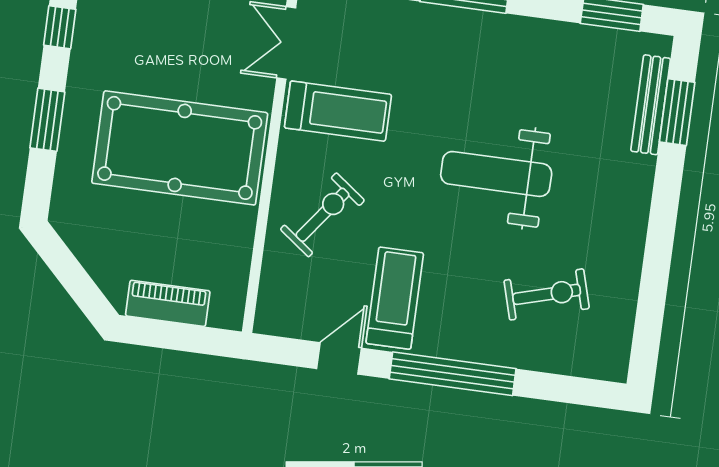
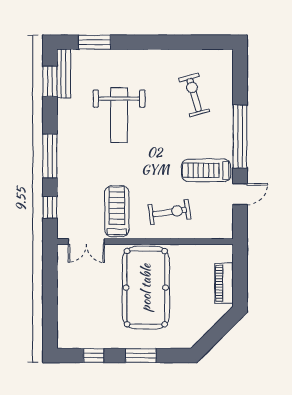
bench: (651, 105) -> (64, 73), moved, turned 90
weight bench: (496, 174) -> (119, 115), moved
exercise bike: (322, 215) -> (170, 212), turned 135
door: (339, 358) -> (240, 194), swing flipped

